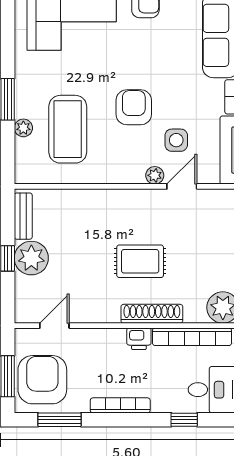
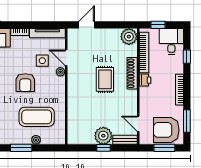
armchair: (134, 107) -> (25, 83), turned -90
bench: (23, 216) -> (125, 140), moved

